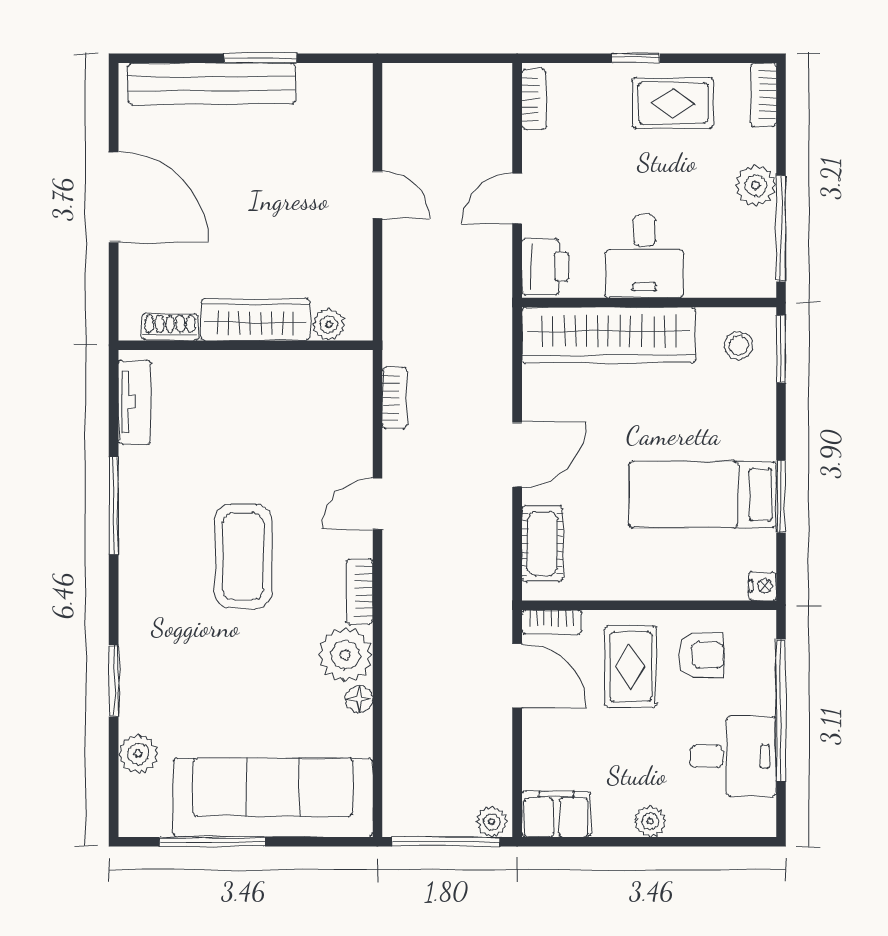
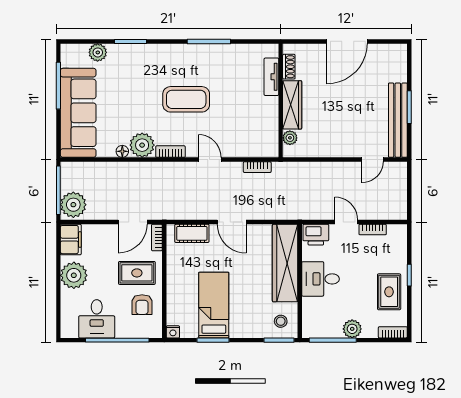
bench: (211, 84) -> (398, 120), moved
bookcase: (534, 99) -> (373, 230), moved
door: (377, 195) -> (373, 160), moved
tv unit: (134, 402) -> (271, 77), moved, turned 90
plant: (650, 821) -> (74, 275), width x1.88, depth x1.88
plant: (492, 822) -> (73, 205), width x1.88, depth x1.88

